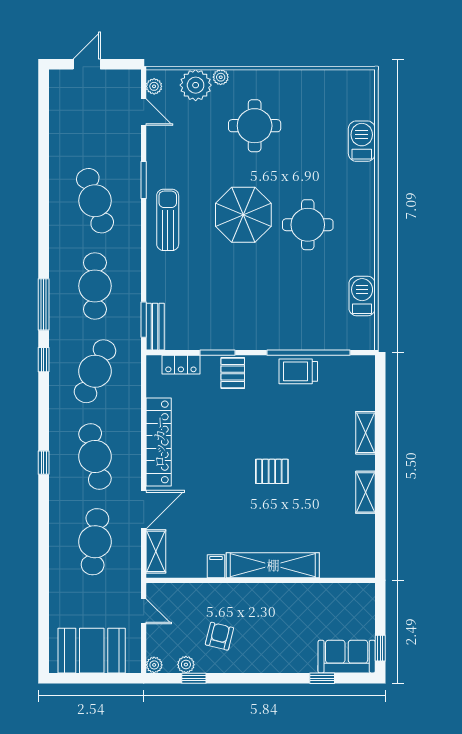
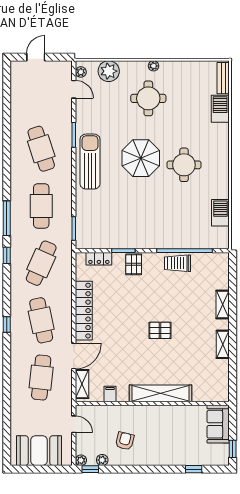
plant: (221, 77) -> (153, 66), moved
sun lounger: (168, 220) -> (90, 162), width x1.36, depth x1.34
bench: (155, 327) -> (223, 78), moved
filing cabinet: (216, 566) -> (110, 394), moved
sofa: (347, 657) -> (218, 424), moved, turned -90
window: (194, 678) -> (90, 469), moved

